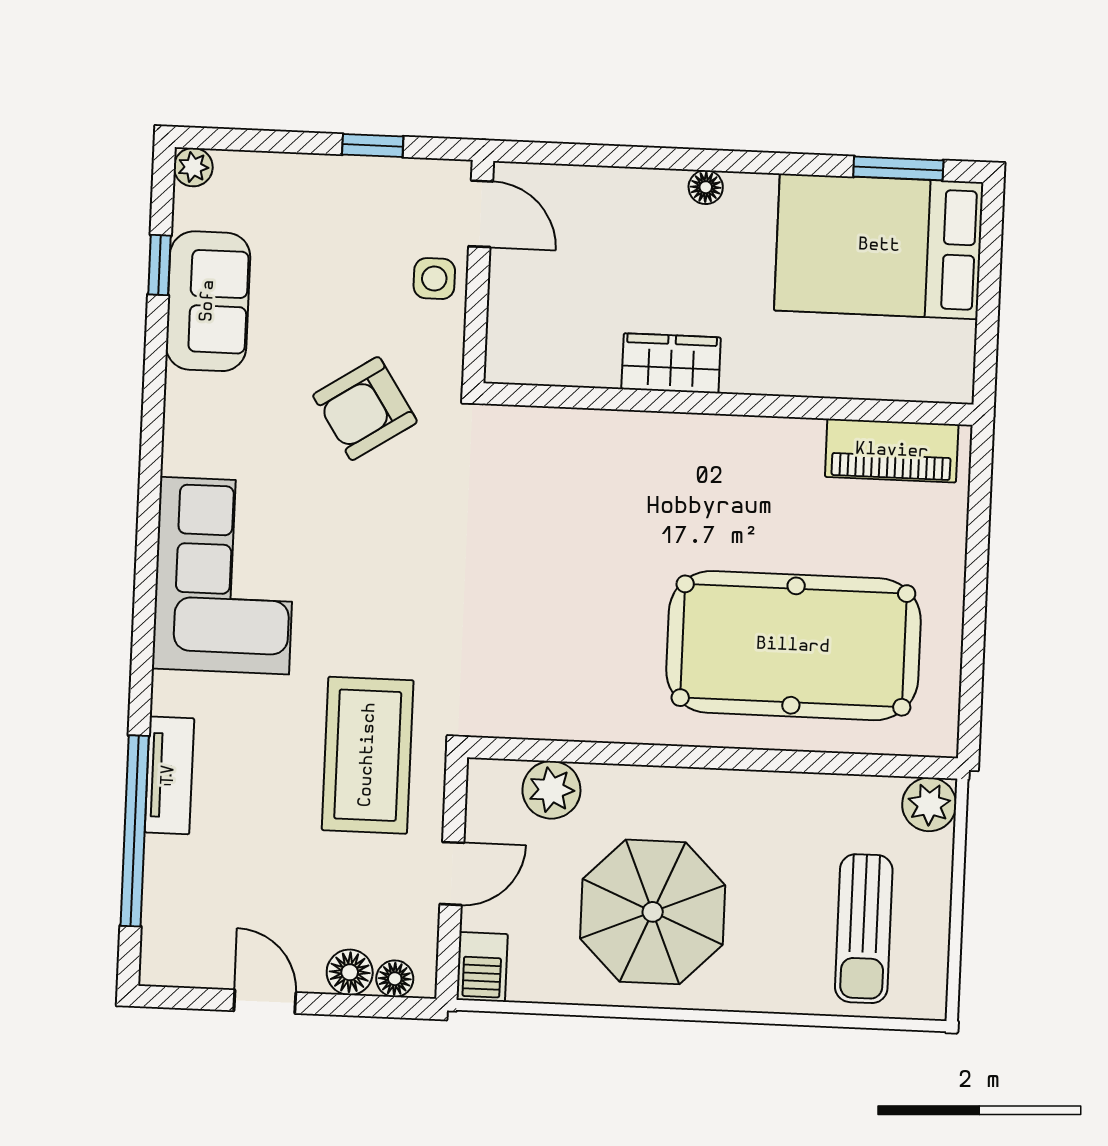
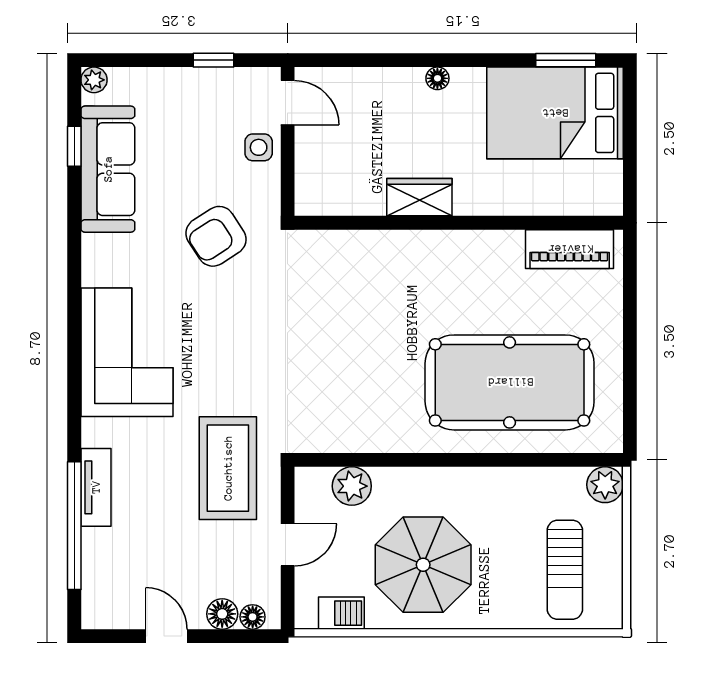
sofa: (208, 301) -> (108, 169), width x1.36
barbecue: (482, 967) -> (341, 613), moved, turned -90

